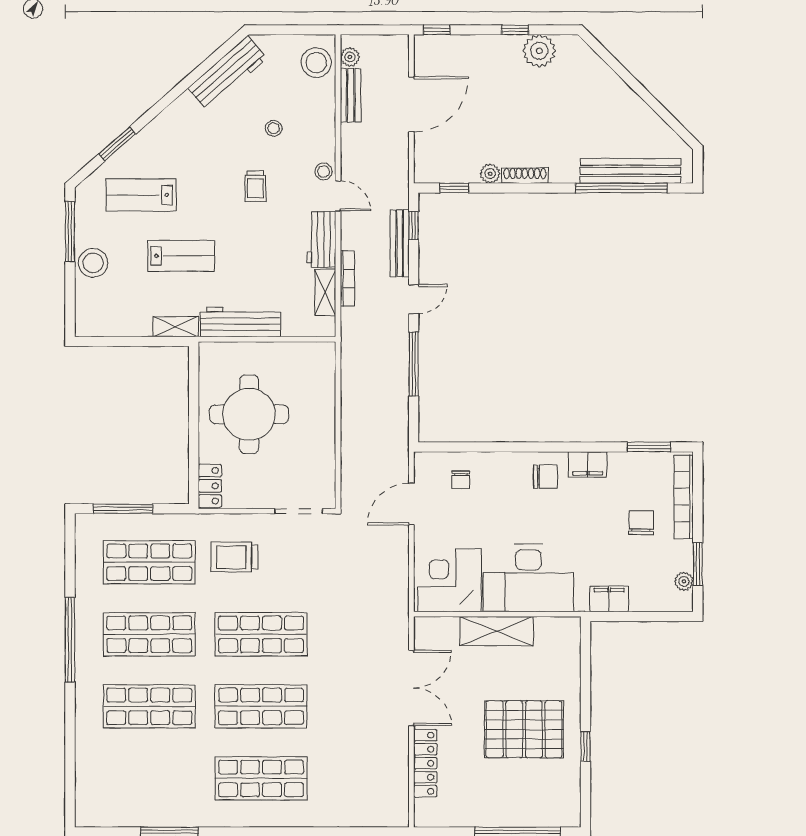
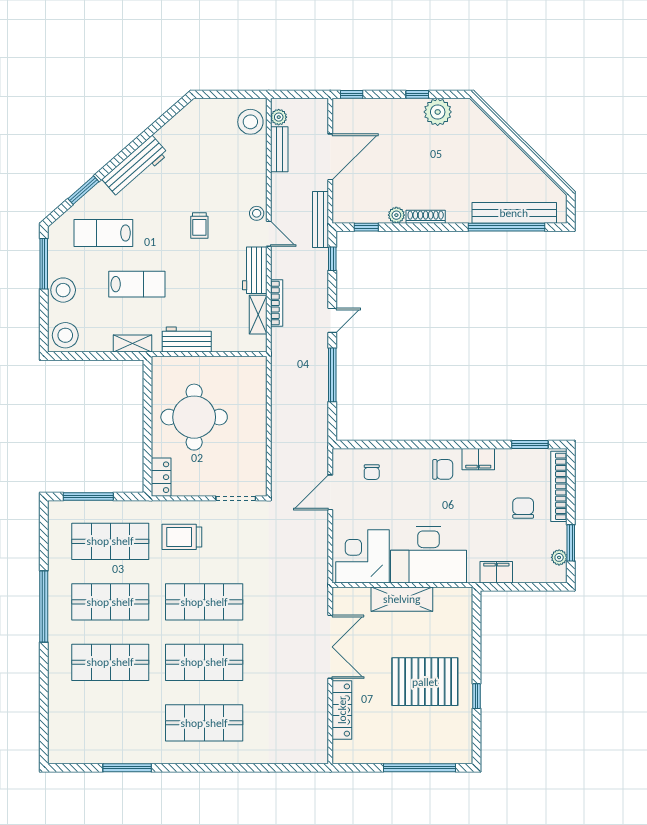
workbench: (227, 73) -> (135, 166), moved
stool: (274, 128) -> (65, 335), moved, width x1.89, depth x1.89
bench: (400, 243) -> (320, 219), moved
workbench: (240, 322) -> (187, 340), width x0.73

